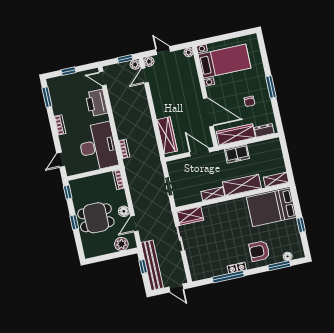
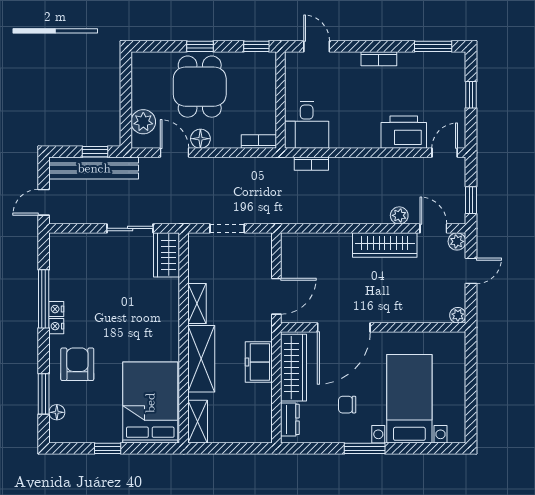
bed with nightstands: (225, 61) -> (409, 399), moved, turned 180
plant: (135, 65) -> (399, 215), moved
wardrobe: (167, 135) -> (385, 245), moved
desk: (98, 146) -> (307, 125), width x0.53, depth x0.77

